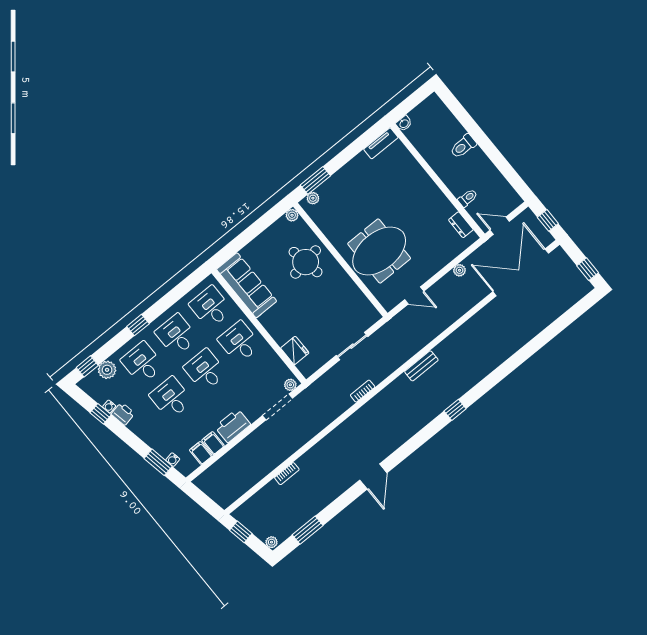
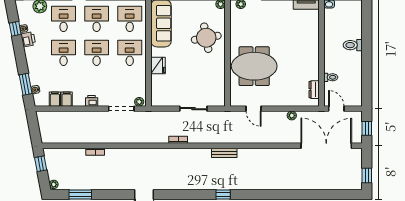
fridge: (295, 350) -> (158, 66), moved
printer: (233, 426) -> (92, 101), width x0.53, depth x0.68

